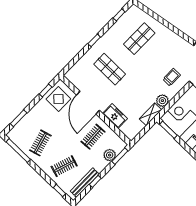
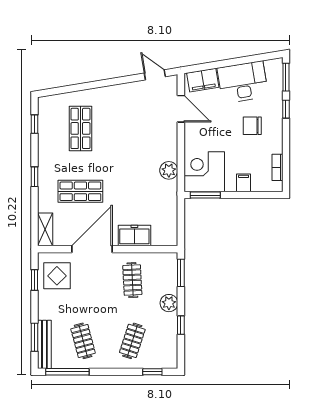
trolley: (172, 77) -> (154, 136), removed
door: (88, 103) -> (92, 249), swing flipped
shelving: (150, 114) -> (45, 229), moved
plant: (110, 155) -> (169, 303), moved
bench: (85, 183) -> (44, 344), moved

